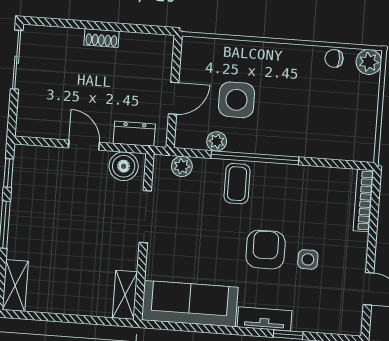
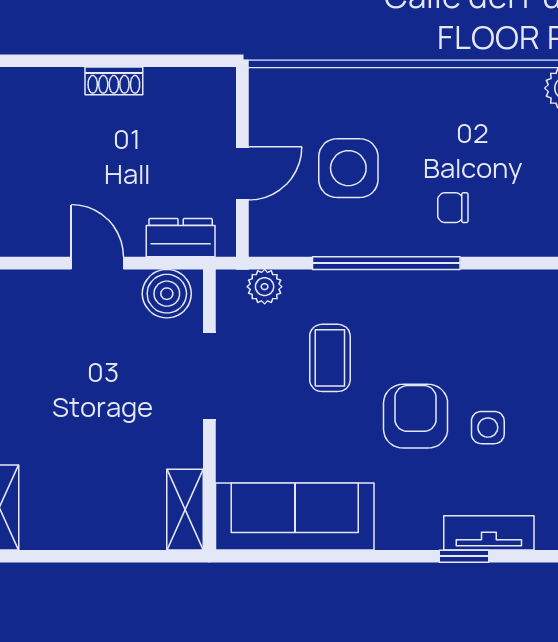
chair: (334, 58) -> (453, 208), moved
plant: (217, 141) -> (320, 240), removed
coffee table: (237, 184) -> (330, 358), moved
tv unit: (264, 319) -> (489, 533), moved

